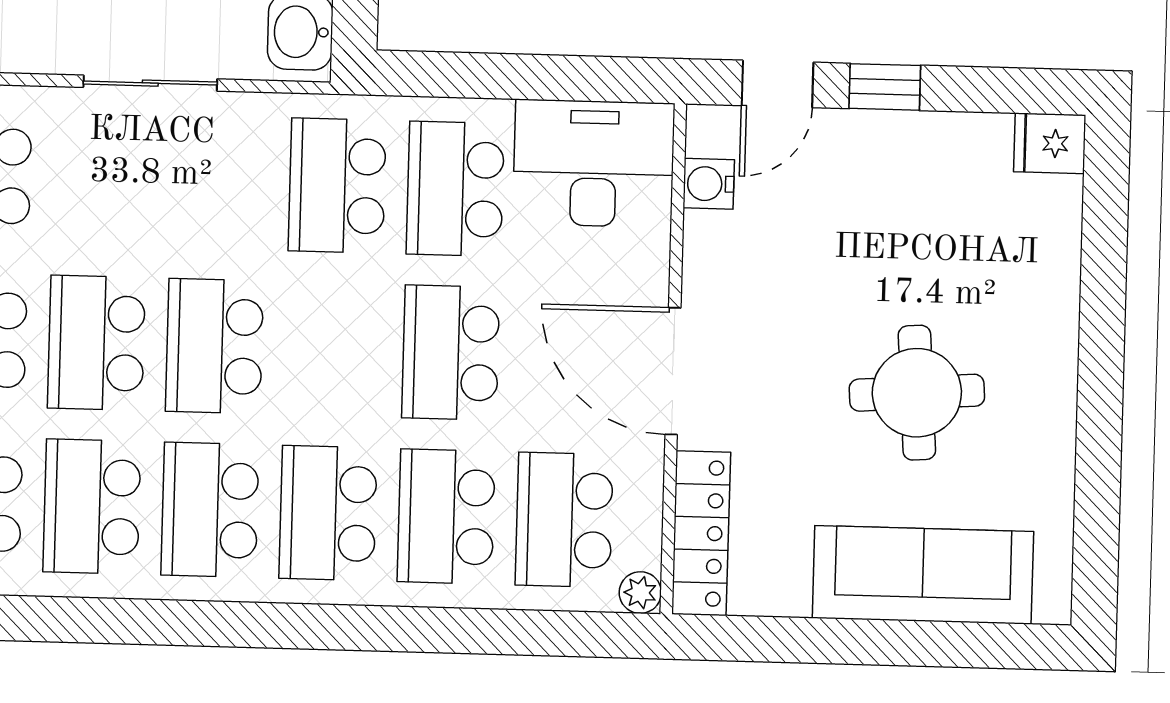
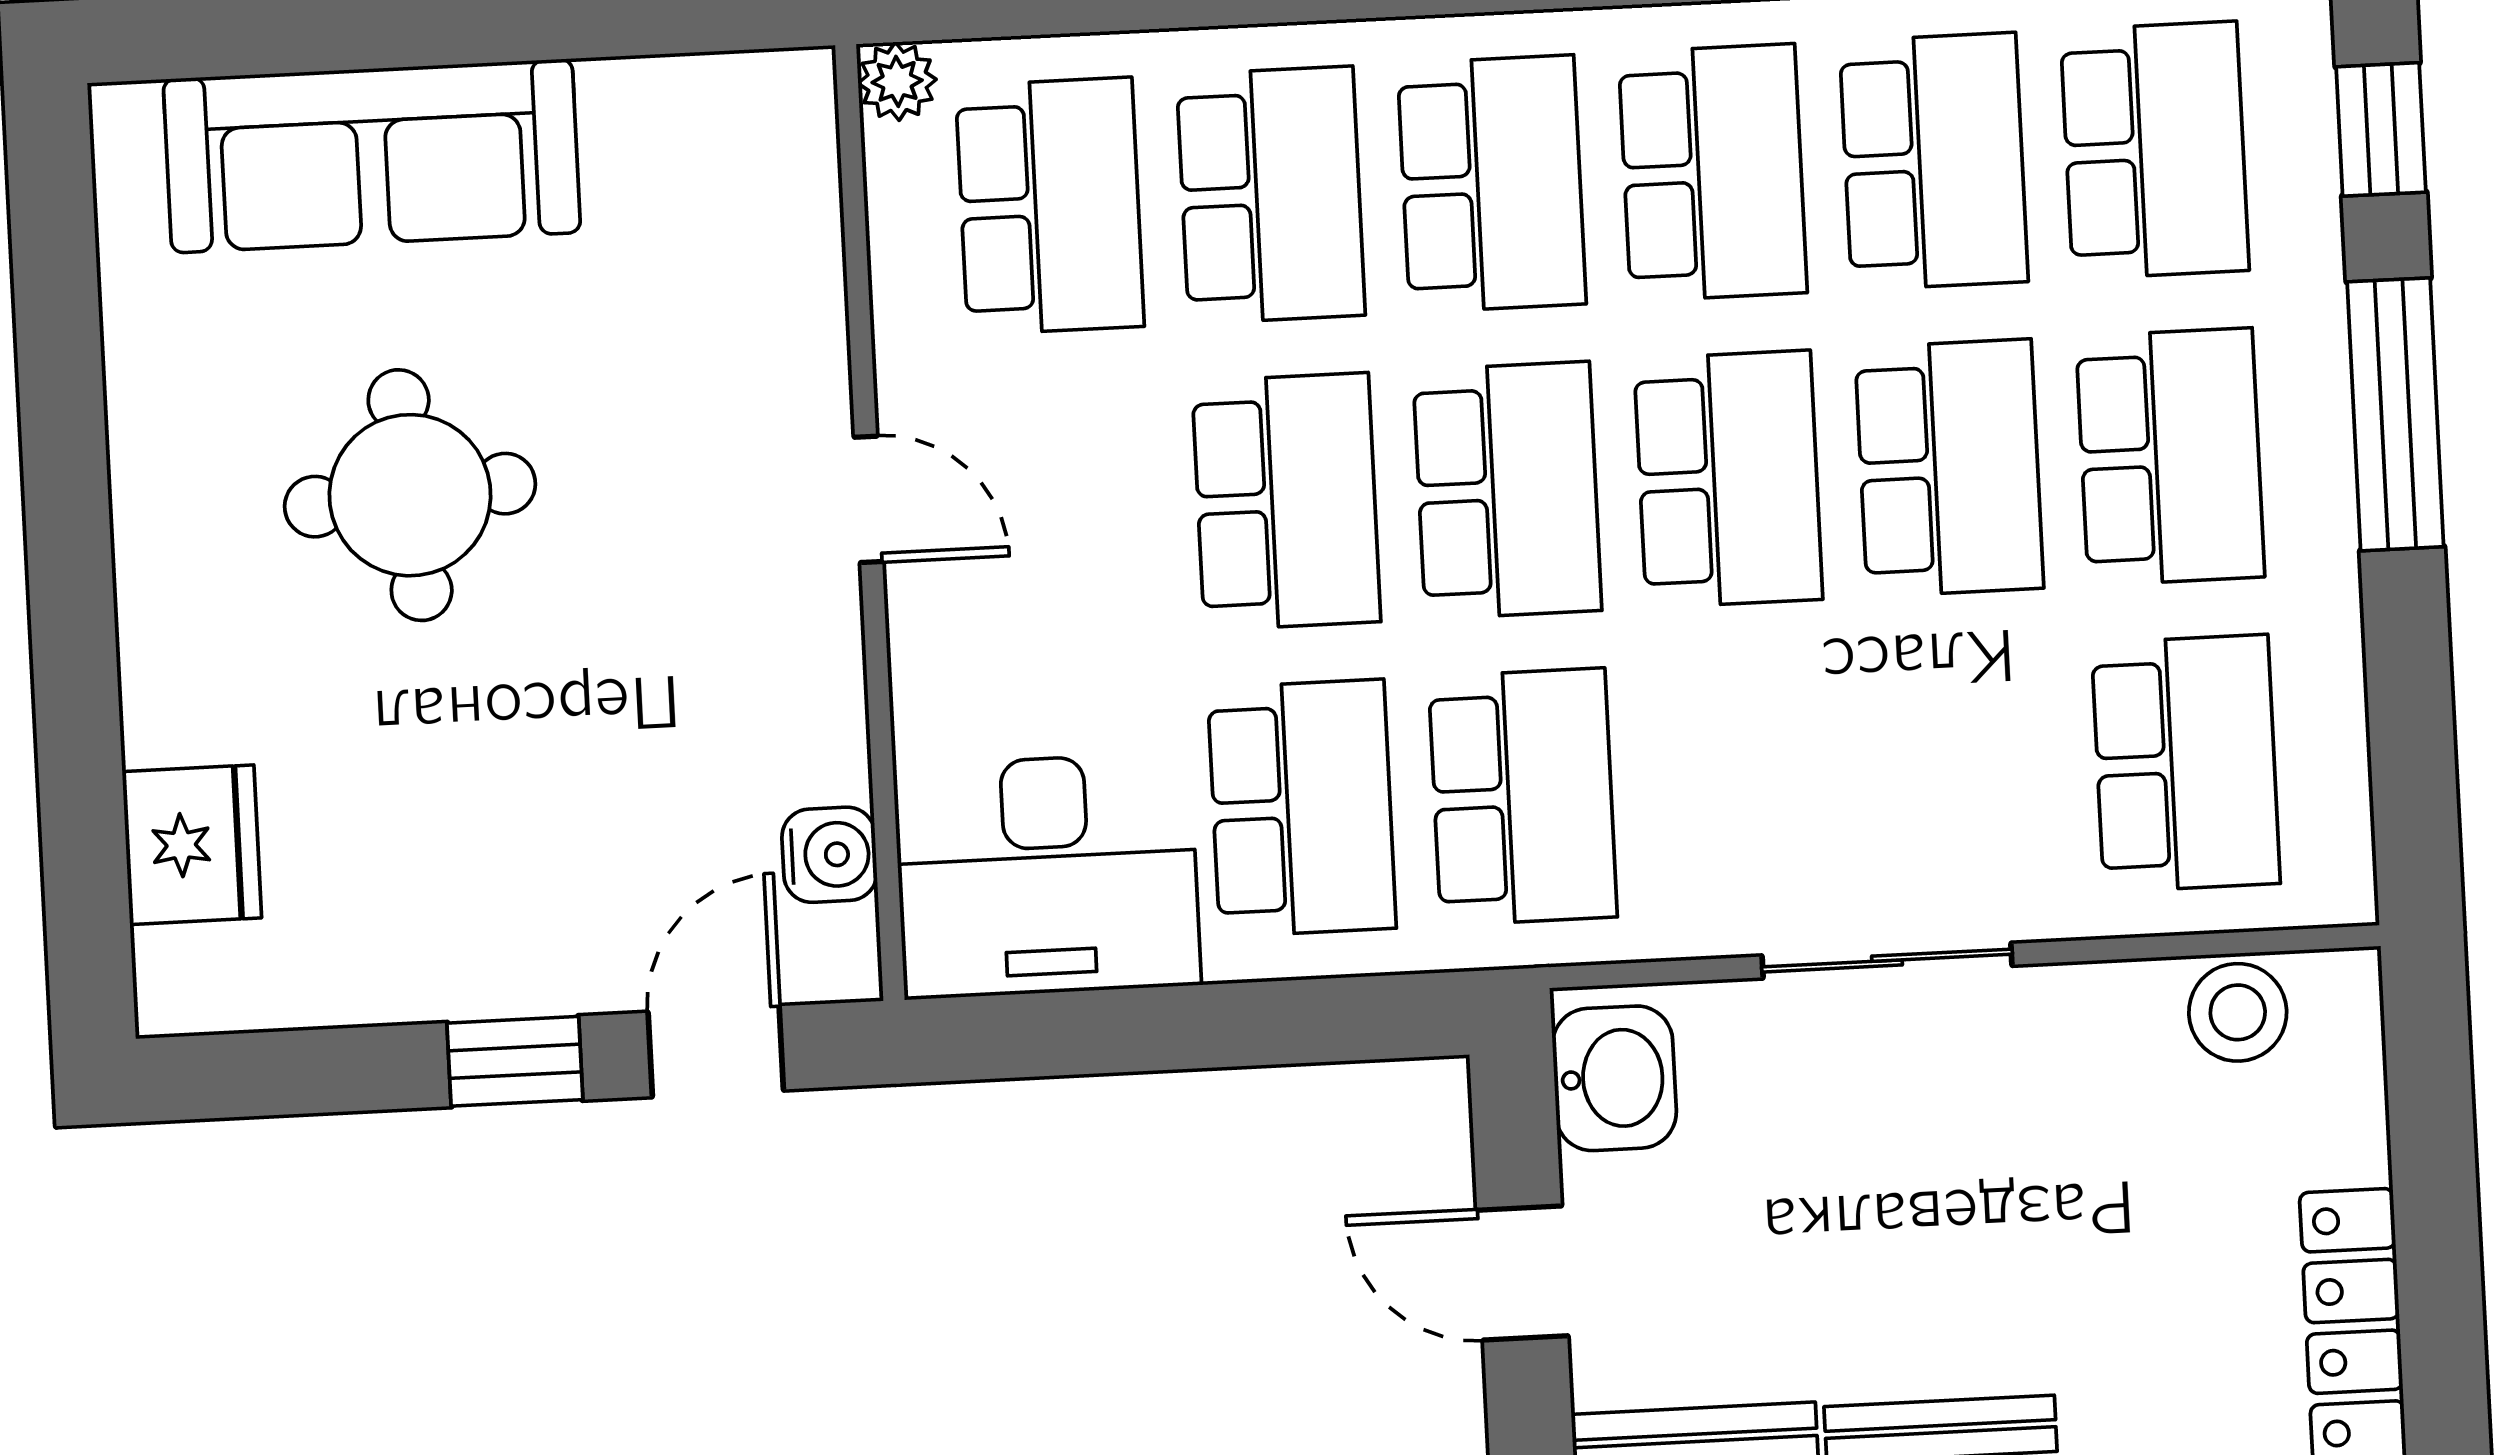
fridge: (1050, 143) -> (192, 845), moved, width x1.38
school desk: (333, 349) -> (1507, 490), added
door: (673, 371) -> (869, 499), width x0.53
locker: (701, 533) -> (792, 201), removed

